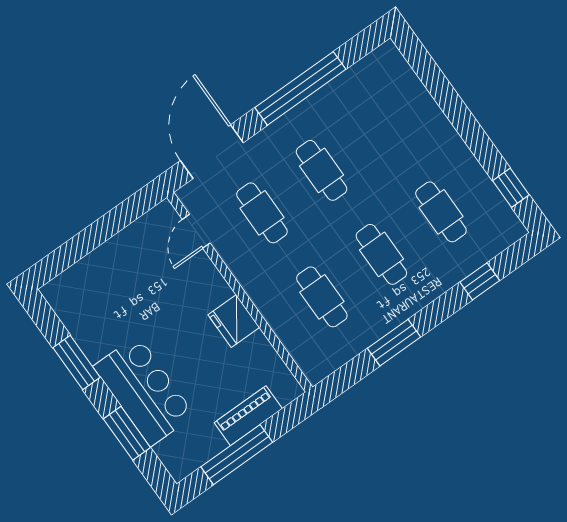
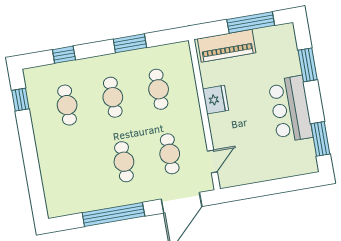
window: (76, 362) -> (320, 139), moved
bar counter: (144, 391) -> (290, 109), moved
piano: (248, 416) -> (227, 46), width x1.37, depth x1.33

